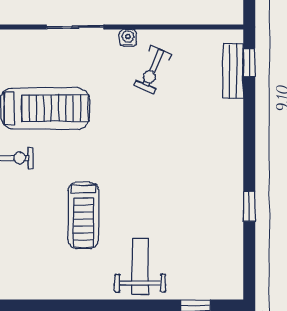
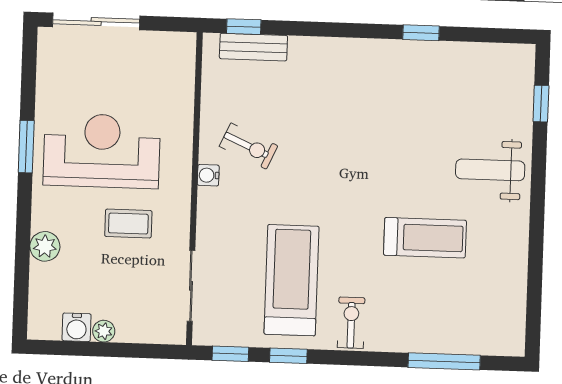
sliding door: (75, 27) -> (191, 286), moved

